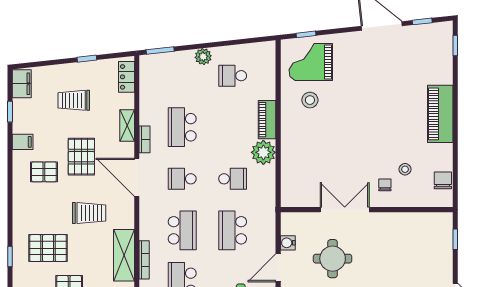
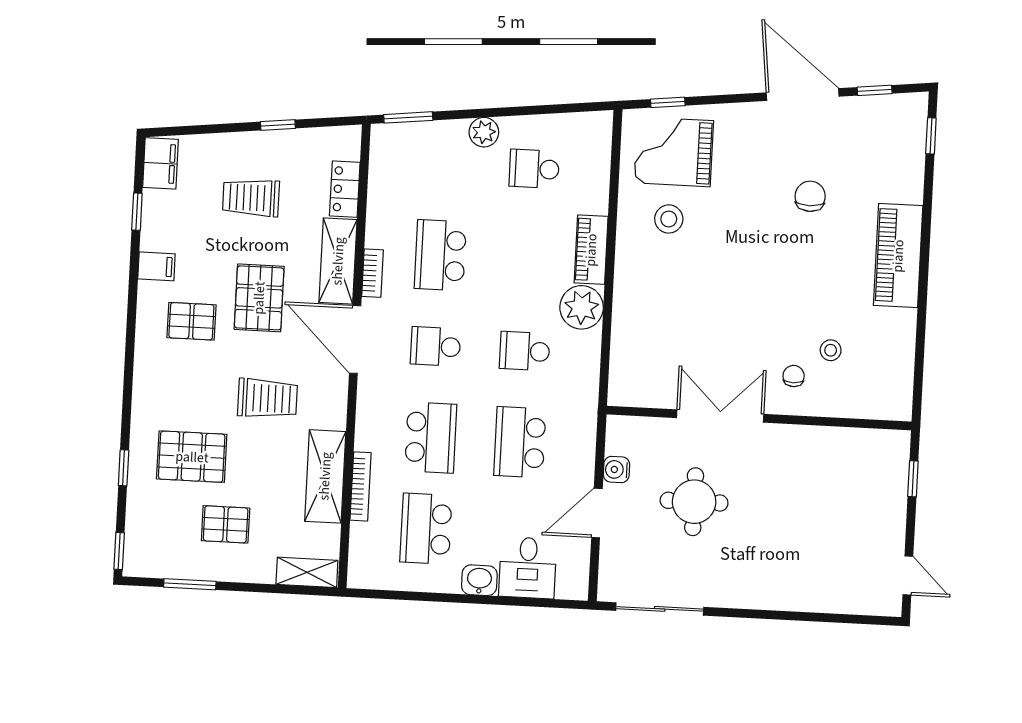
locker: (126, 77) -> (345, 189), moved
shelving: (127, 126) -> (338, 261), width x1.50, depth x1.33
school desk: (233, 179) -> (525, 351), turned 180
chair: (443, 180) -> (810, 196), moved

